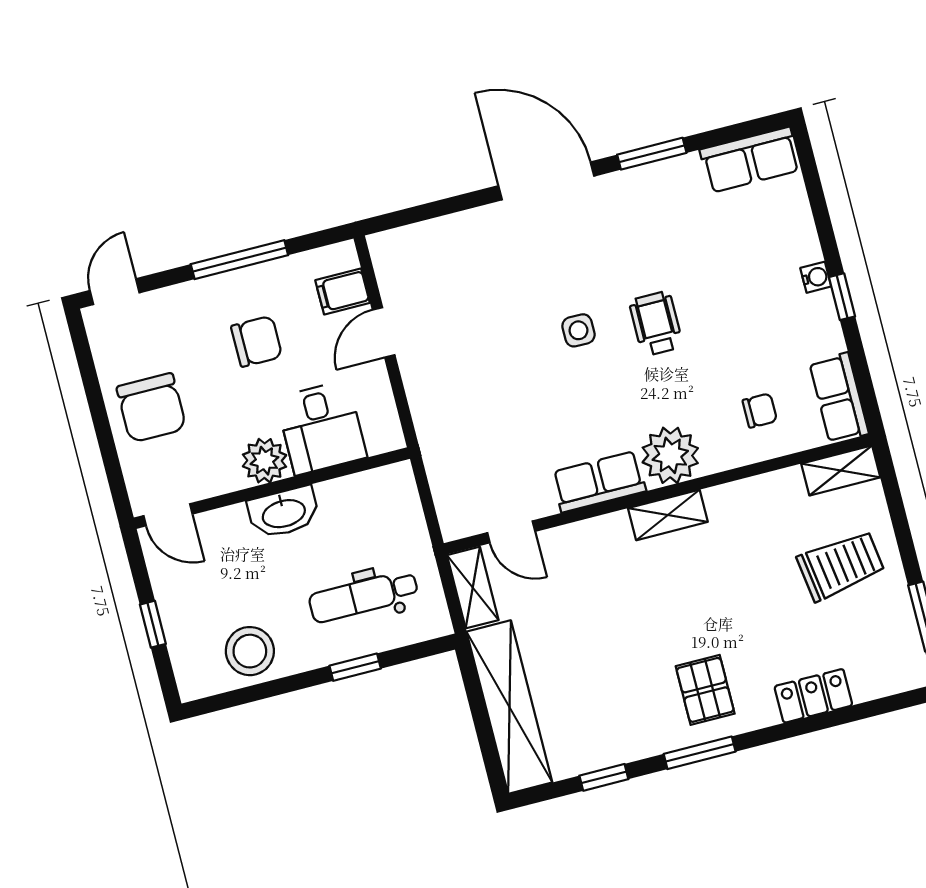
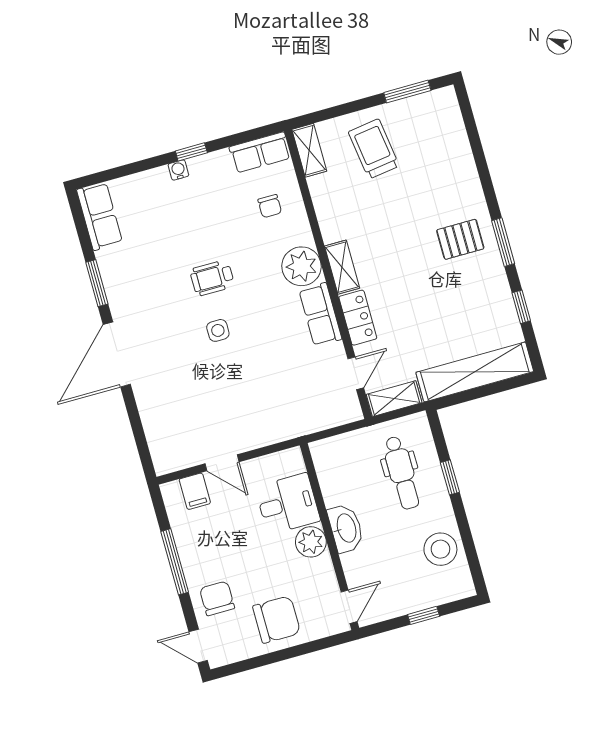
chair: (257, 341) -> (217, 598), moved
chair: (760, 411) -> (270, 206), turned 180
locker: (813, 696) -> (358, 318), moved, turned 180

